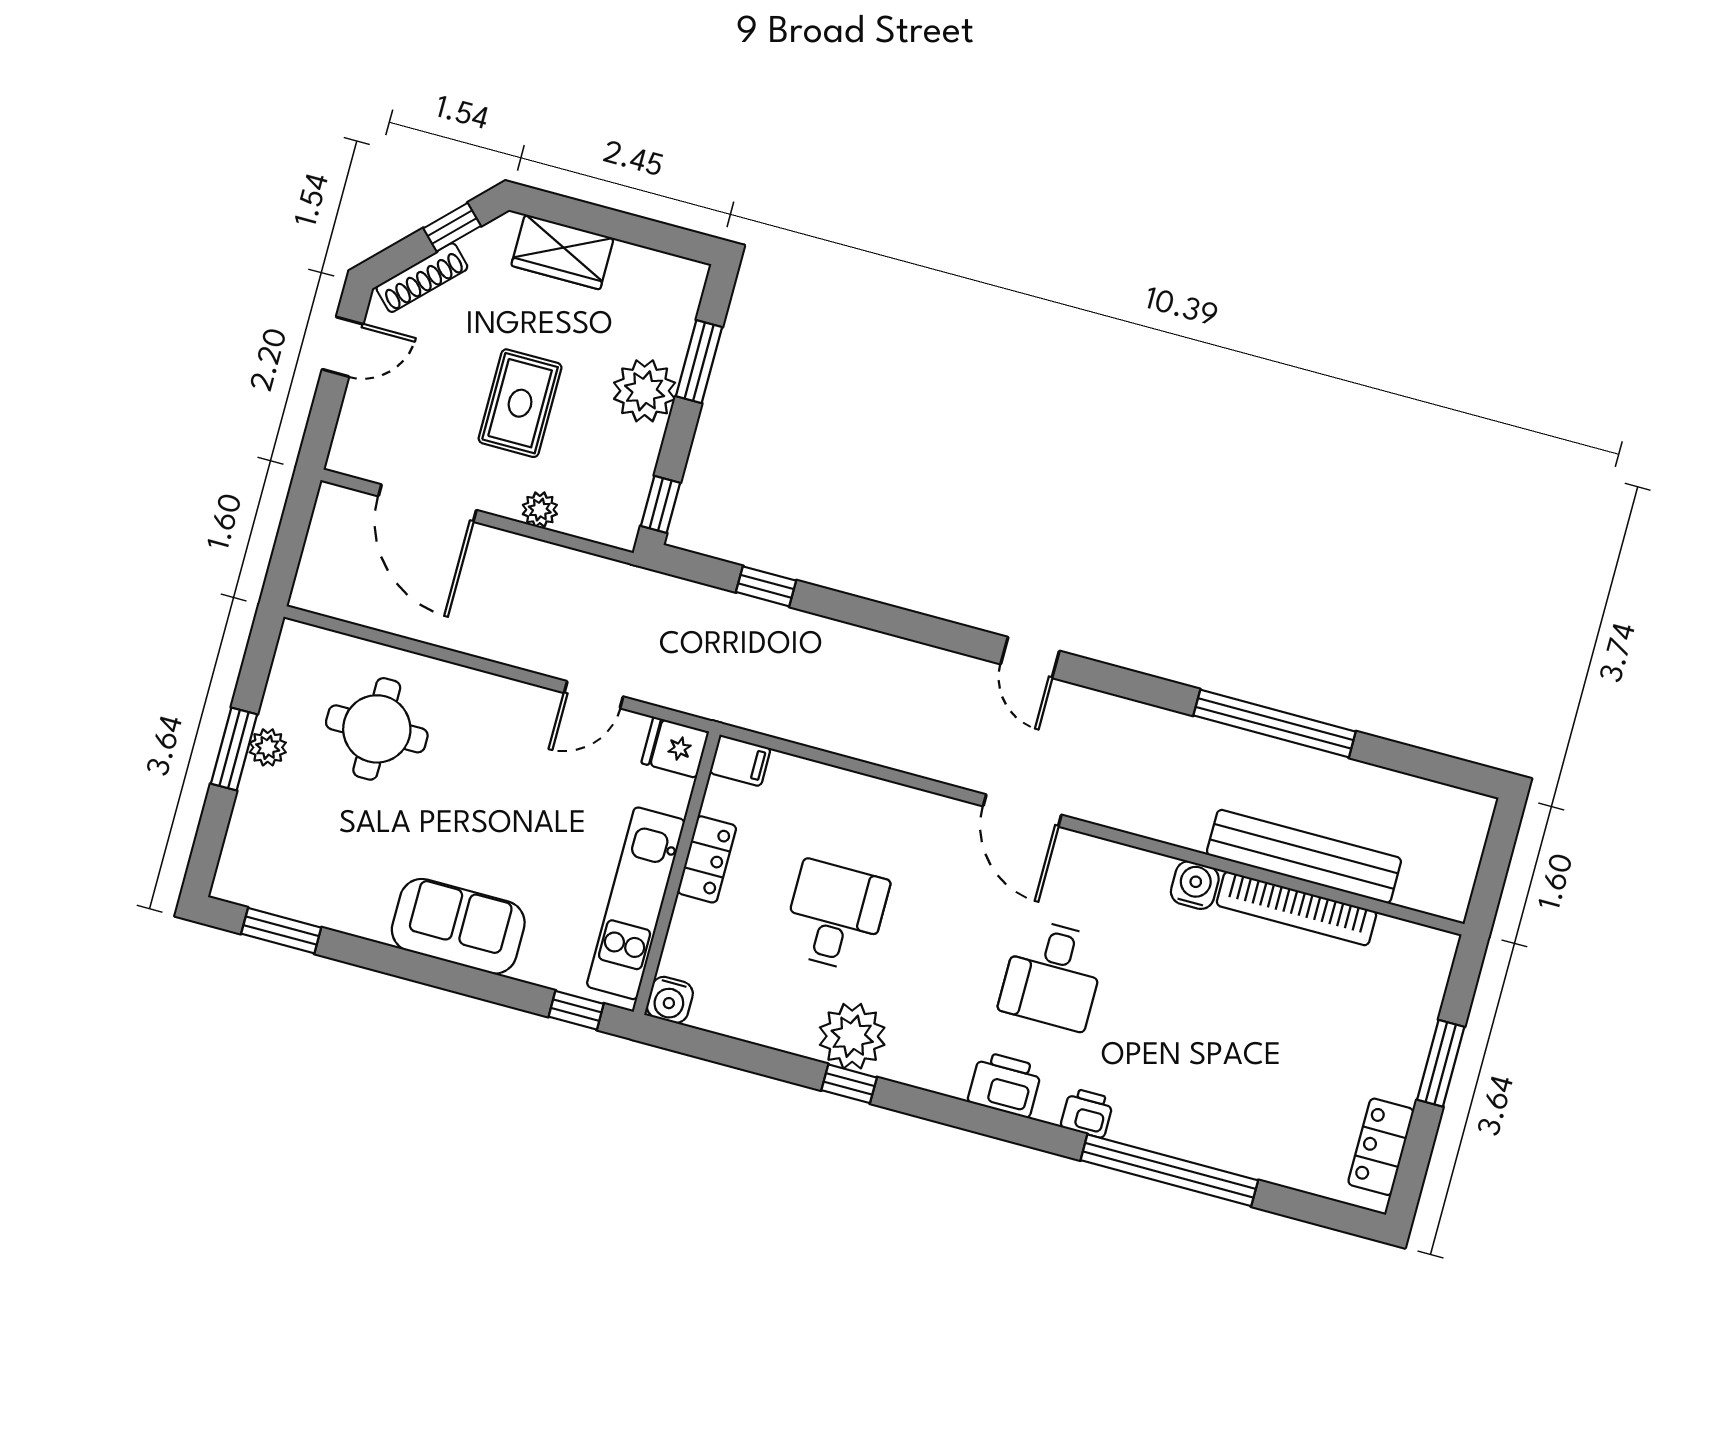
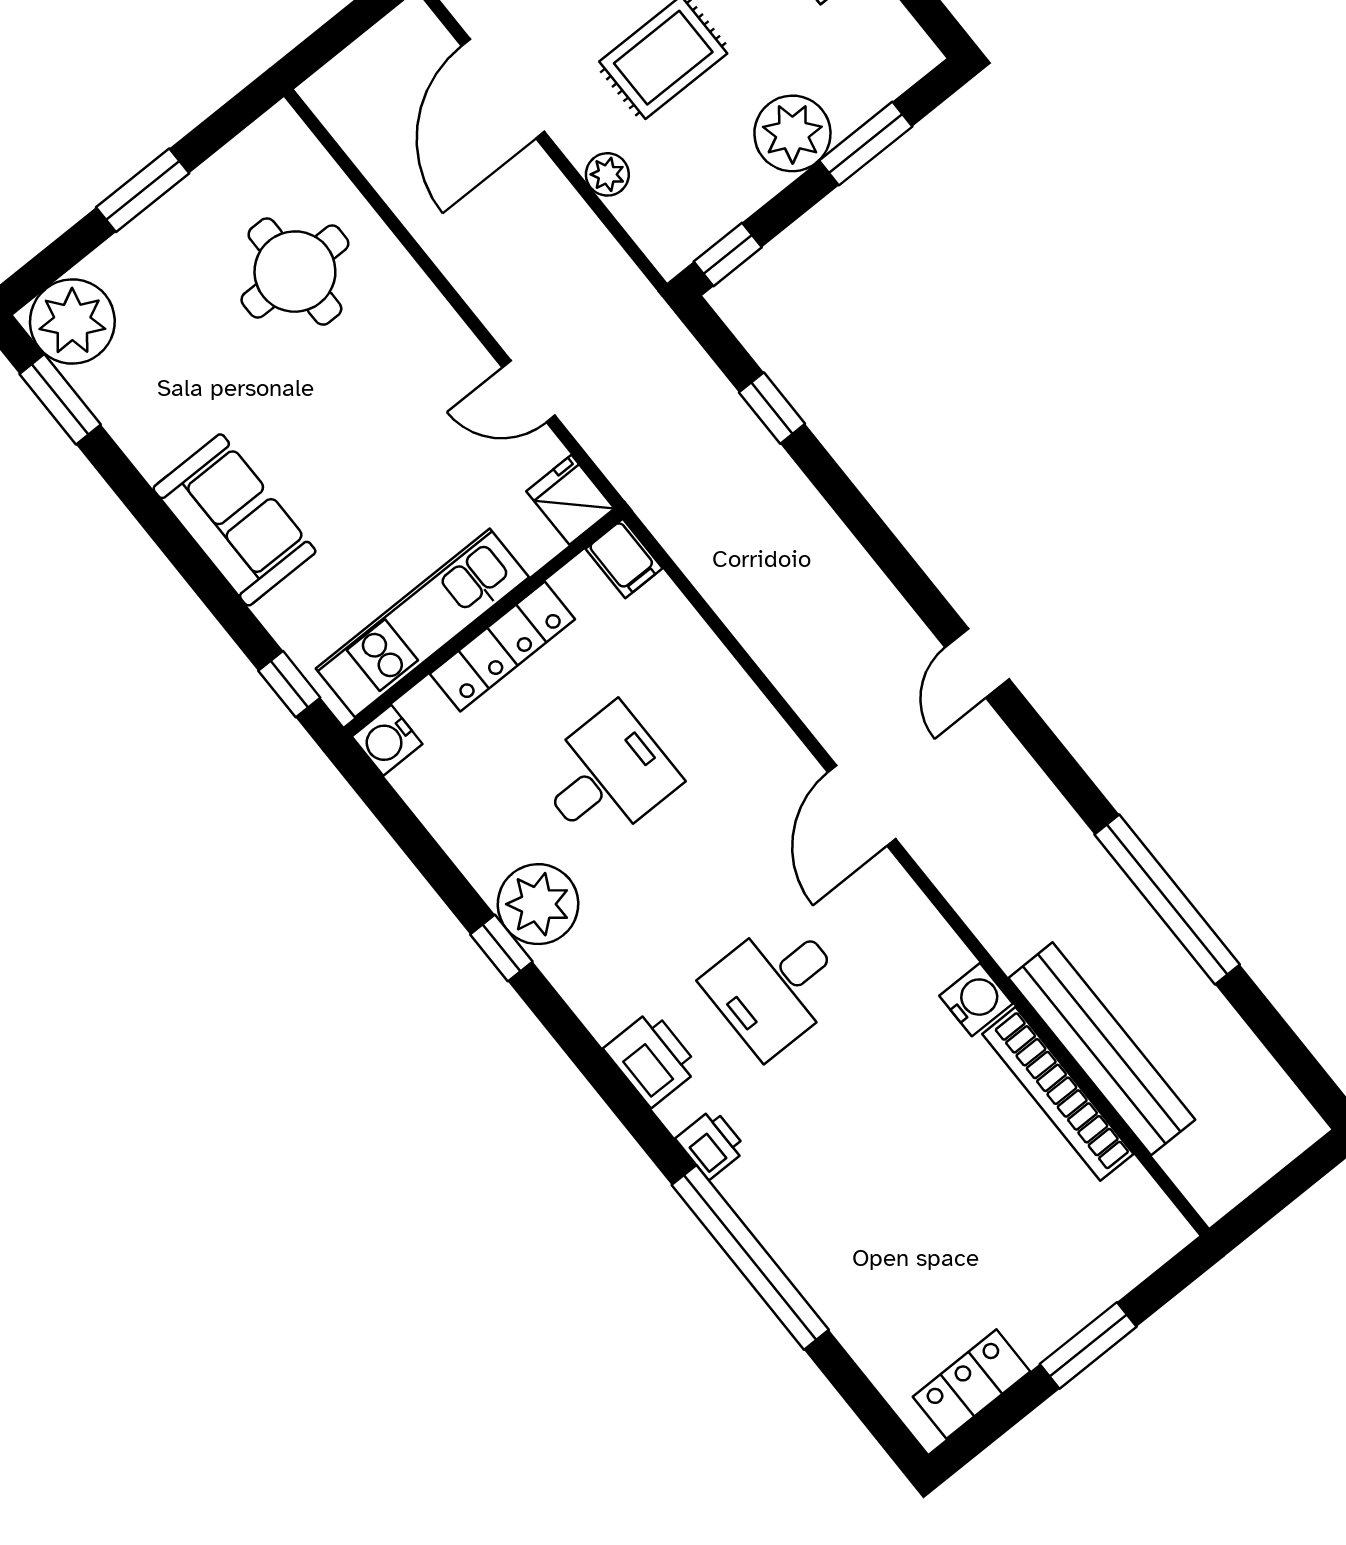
plant: (268, 747) -> (72, 321), moved, width x1.88, depth x1.88
locker: (707, 859) -> (502, 647), width x1.53

